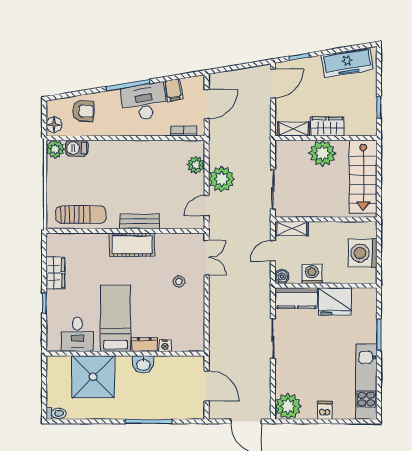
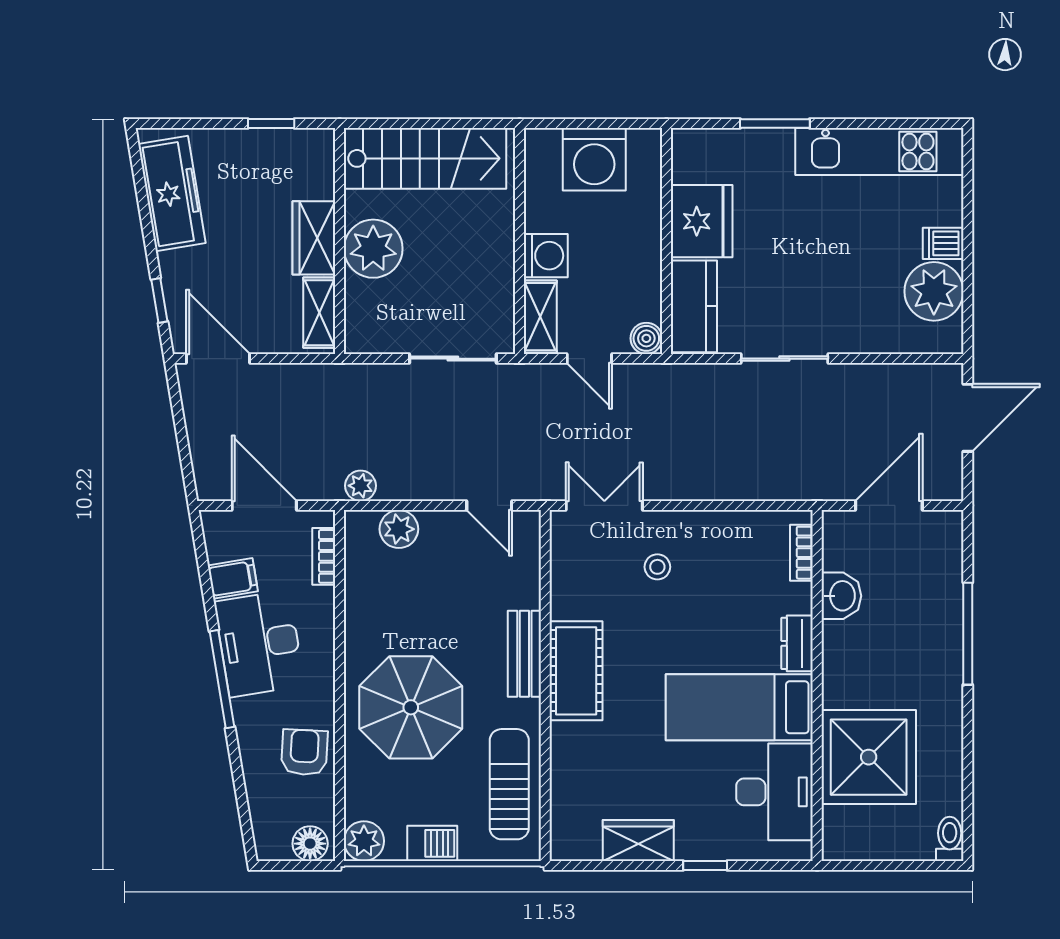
armchair: (83, 111) -> (304, 752), moved
barbecue: (77, 148) -> (432, 843), moved, turned -90
parasol: (115, 170) -> (411, 707), added
plant: (221, 179) -> (361, 486), moved, width x0.53, depth x0.53
washing machine: (312, 274) -> (546, 256), moved, turned 180
desk: (77, 334) -> (775, 792), width x1.37
nightstand: (165, 346) -> (799, 598), removed
bookcase: (185, 346) -> (801, 553), added
washbasin: (143, 364) -> (841, 596), moved
plant: (288, 406) -> (934, 291), moved

